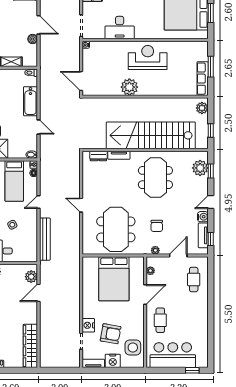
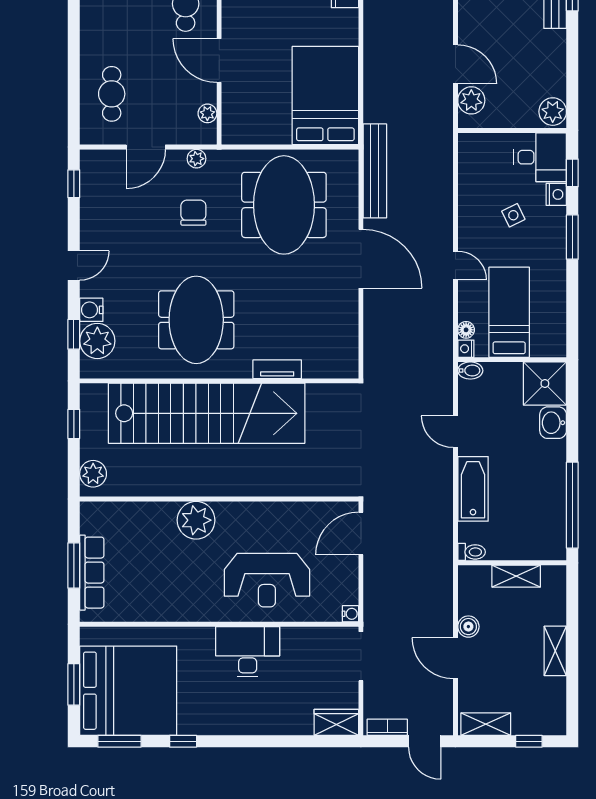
desk: (120, 28) -> (248, 652), moved
reception desk: (148, 57) -> (267, 580), moved
row of seats: (203, 79) -> (92, 573), moved
door: (81, 81) -> (361, 533), swing flipped
plant: (129, 87) -> (196, 520), moved
dresser: (98, 156) -> (322, 368), removed
door: (38, 202) -> (455, 266), hinge flipped
door: (81, 205) -> (361, 259), width x1.88
water cooler: (203, 217) -> (91, 310), moved
tv unit: (203, 235) -> (90, 192), removed
bench: (45, 239) -> (375, 171), moved
bed: (114, 279) -> (325, 96), moved
door: (38, 293) -> (455, 64), hinge flipped
door: (145, 295) -> (219, 61), hinge flipped

